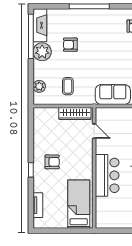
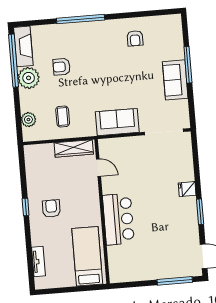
armchair: (52, 162) -> (51, 208), turned -90
window: (31, 170) -> (26, 207), moved

